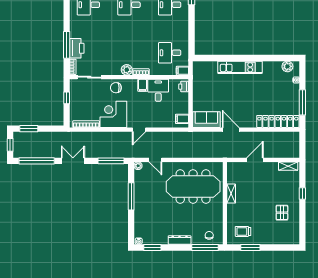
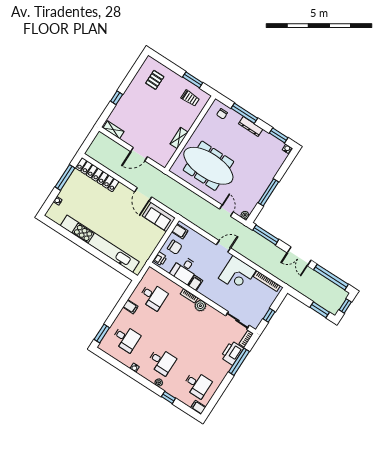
plant: (287, 66) -> (58, 218), removed
kitchen unit: (240, 67) -> (100, 244), width x1.86
filing cabinet: (182, 71) -> (130, 307), moved
chair: (116, 88) -> (175, 247), moved
pallet: (282, 213) -> (155, 80), moved
window: (205, 247) -> (244, 113), moved

